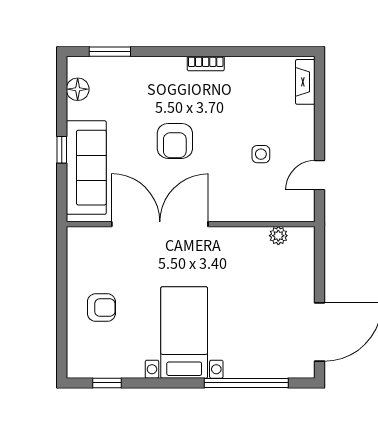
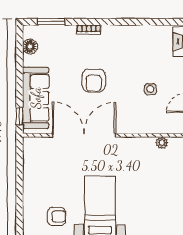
bookcase: (206, 64) -> (89, 30), moved
window: (62, 150) -> (19, 116), moved
armchair: (101, 308) -> (57, 216), moved

